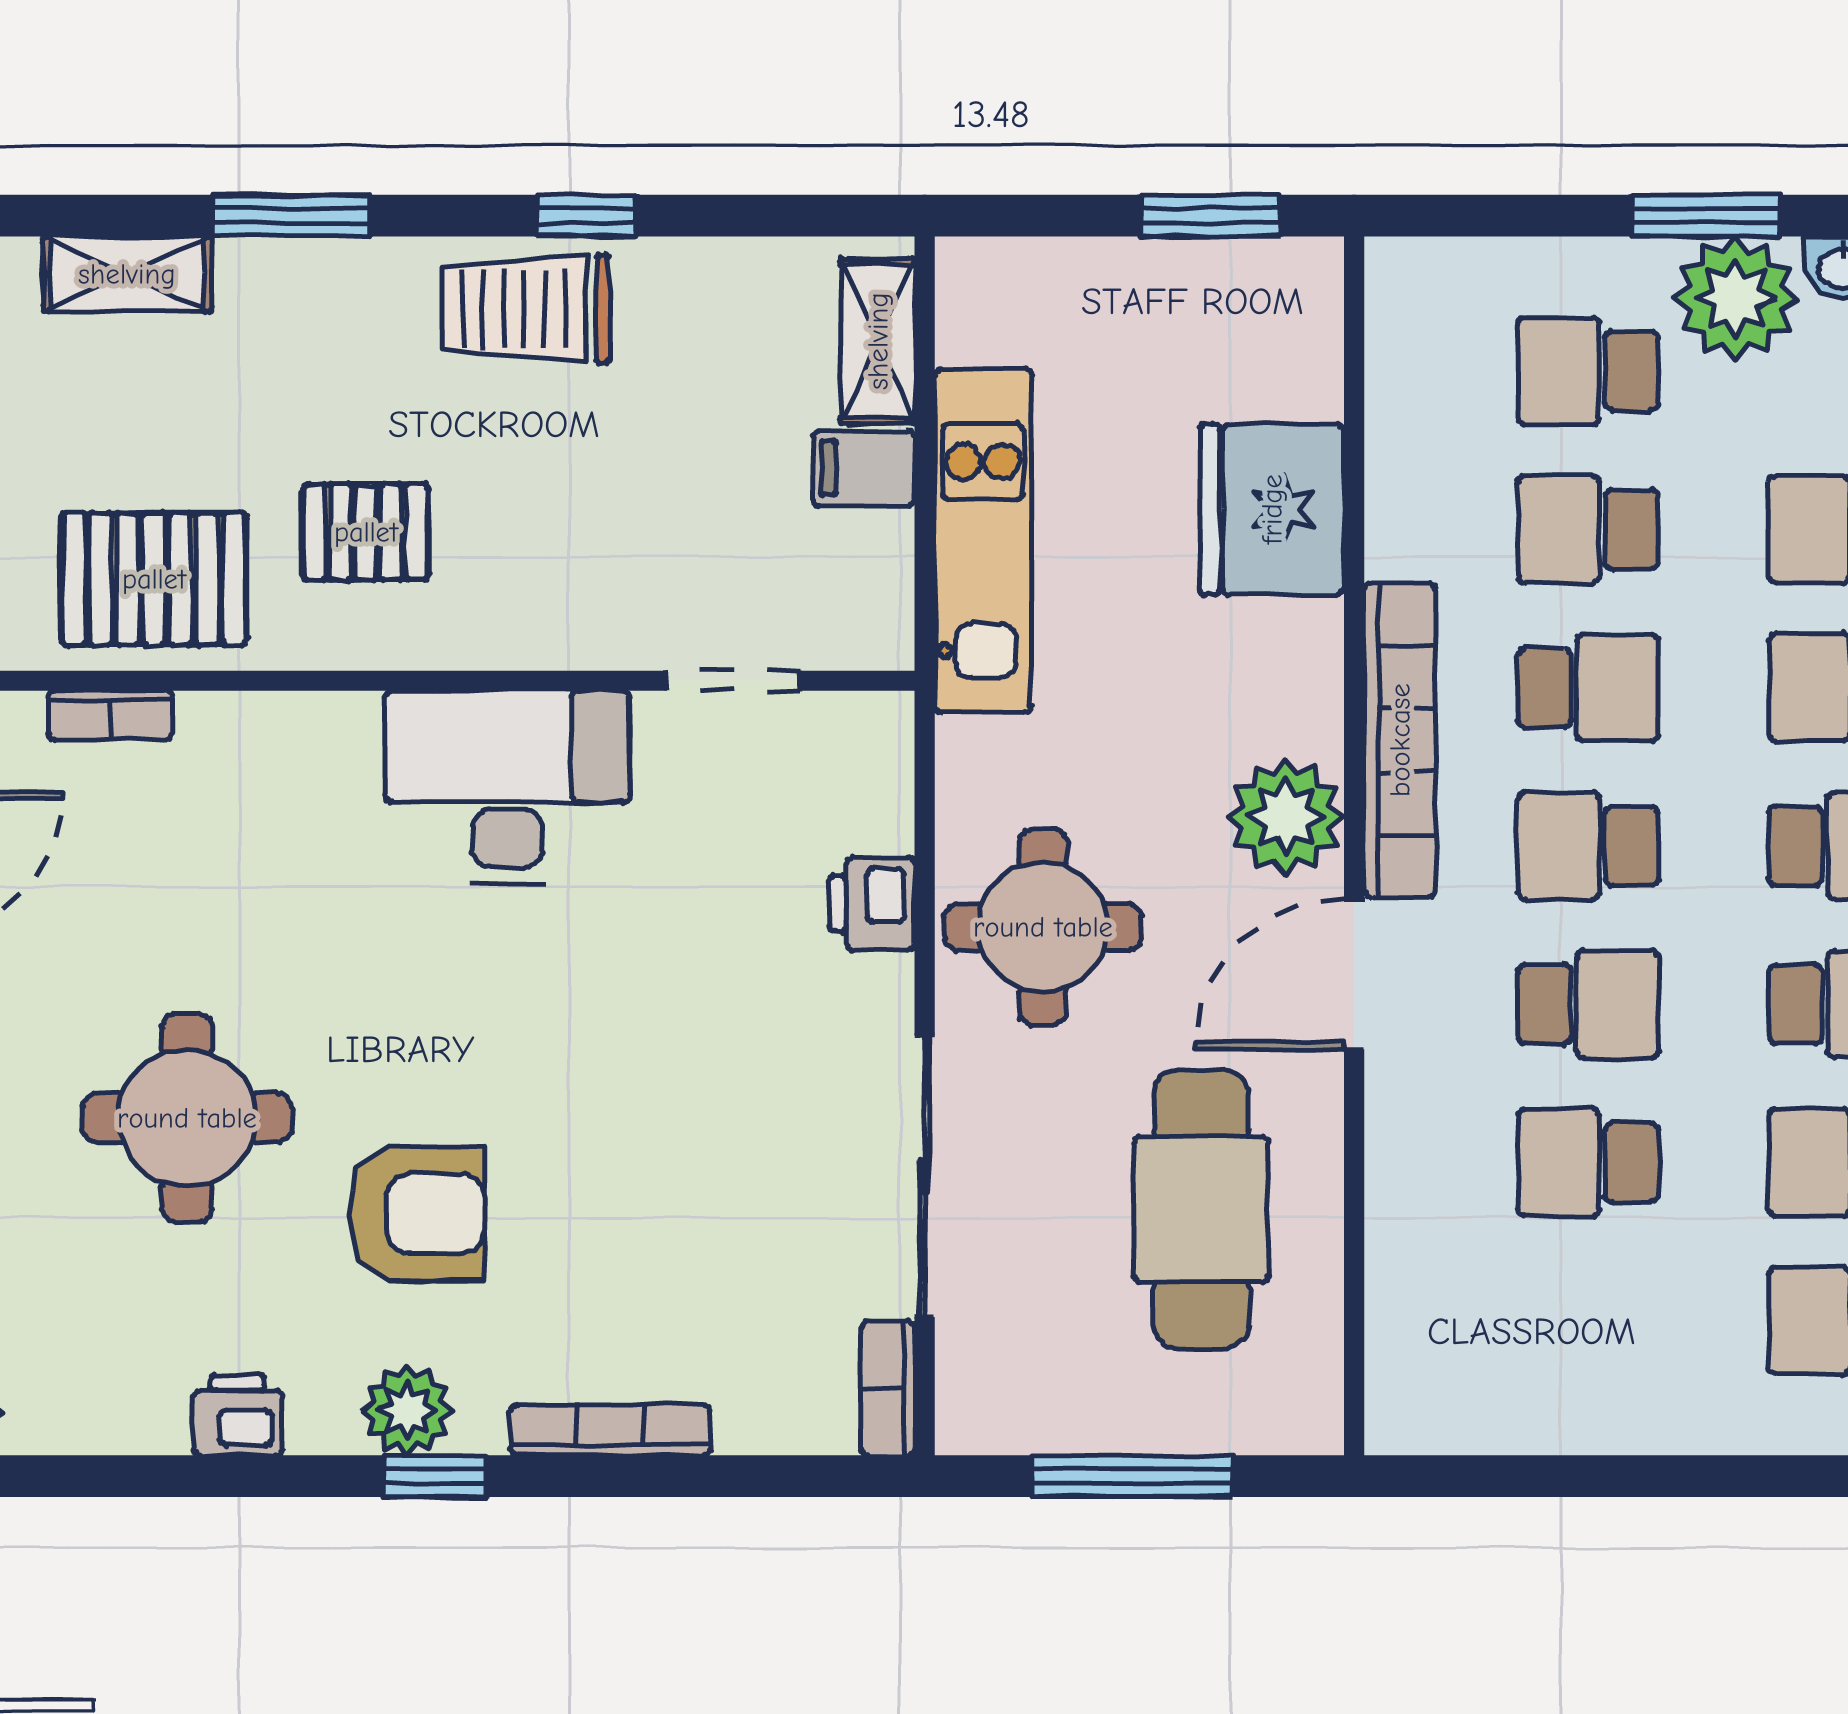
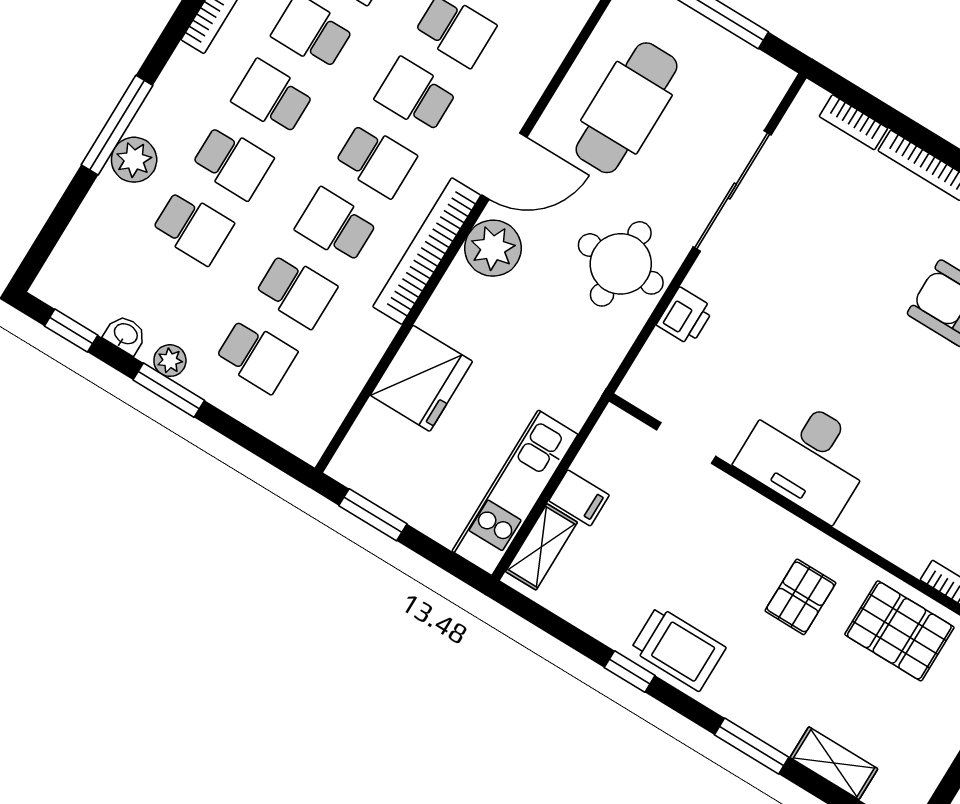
plant: (1736, 298) -> (170, 361), width x0.53, depth x0.53
pallet: (366, 532) -> (800, 597), turned 90
kitchen unit: (983, 541) -> (515, 493), moved
bookcase: (888, 1388) -> (853, 122), moved, turned 90

